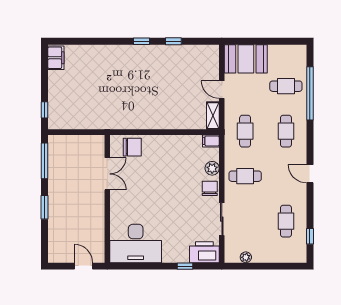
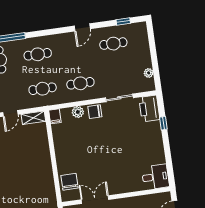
door: (310, 174) -> (82, 27), moved
cafe table: (245, 176) -> (80, 83), turned 90
desk: (136, 243) -> (155, 177), width x0.53, depth x0.77

